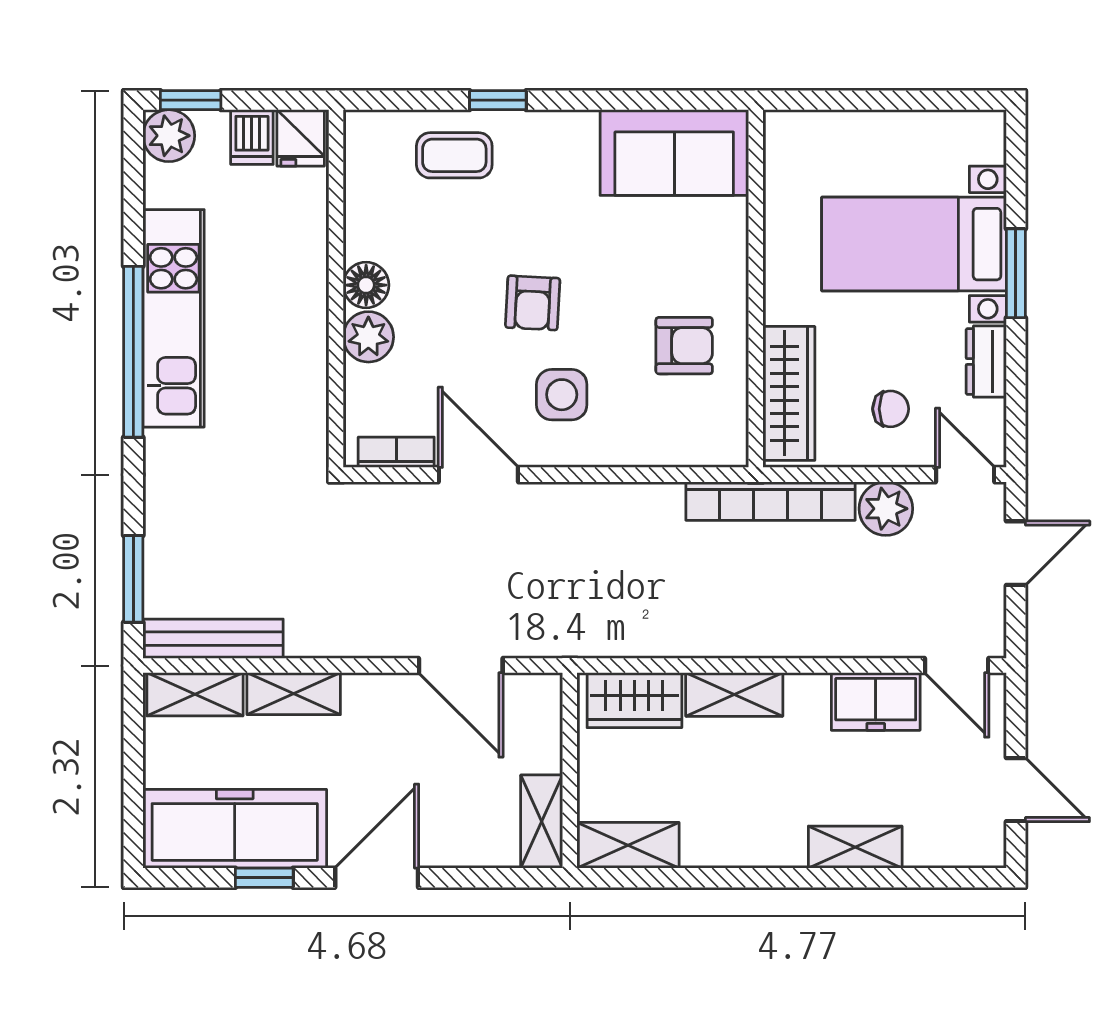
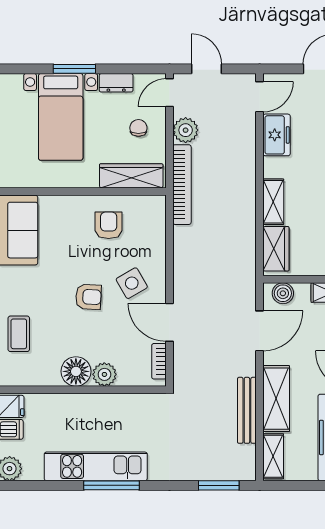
floor lamp: (366, 285) -> (76, 371), width x1.38, depth x1.38
window: (133, 352) -> (111, 485), width x0.68
side table: (562, 395) -> (132, 283), turned -30
door: (478, 475) -> (170, 322), hinge flipped
bench: (213, 639) -> (247, 410), moved
shelving: (294, 694) -> (276, 399), width x1.50, depth x1.33
boiler: (540, 715) -> (283, 293), added

